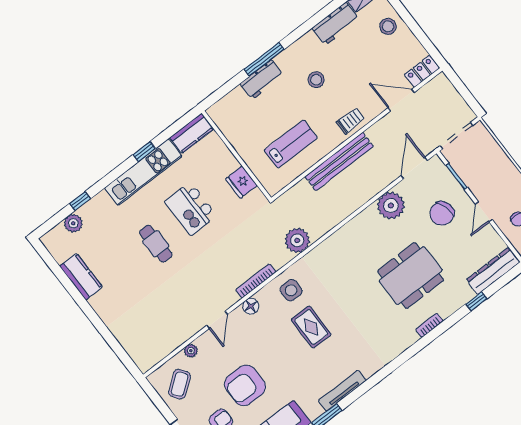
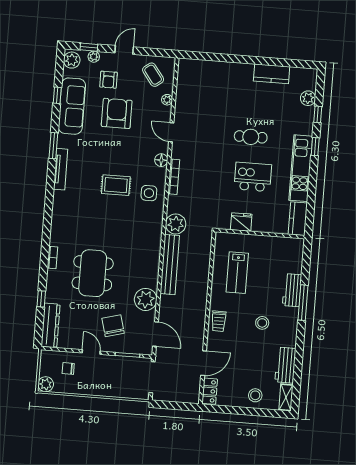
window: (144, 152) -> (315, 147), moved
bench: (339, 162) -> (170, 265), moved

